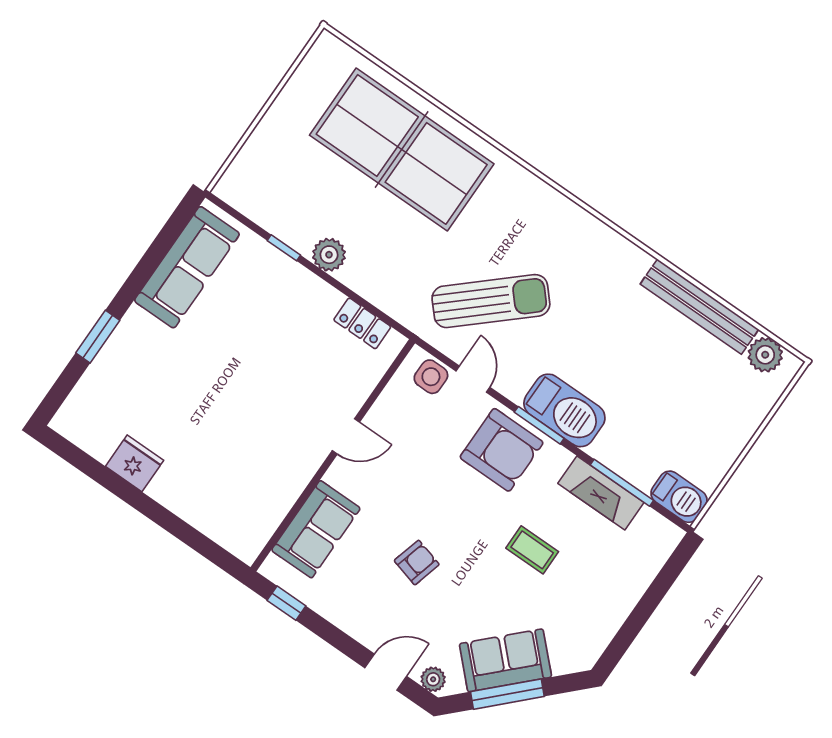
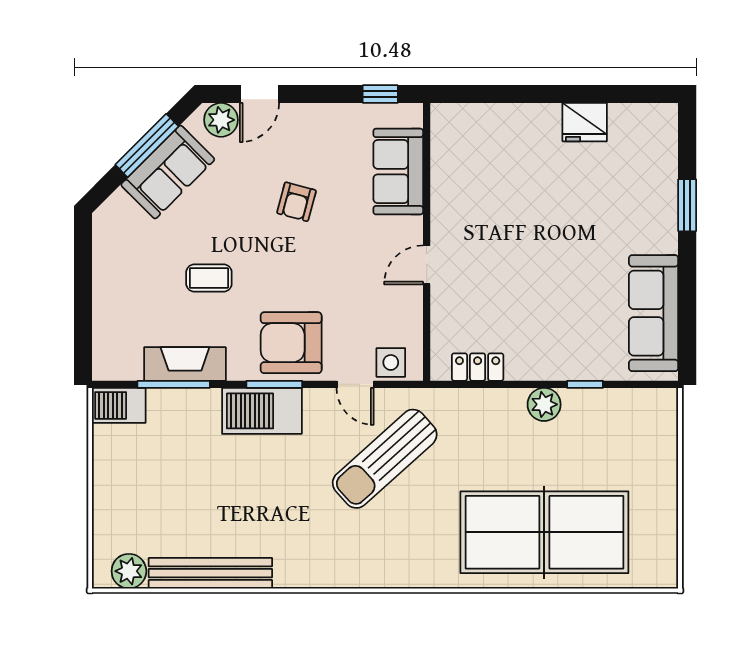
plant: (433, 679) -> (221, 120), width x1.38, depth x1.38

